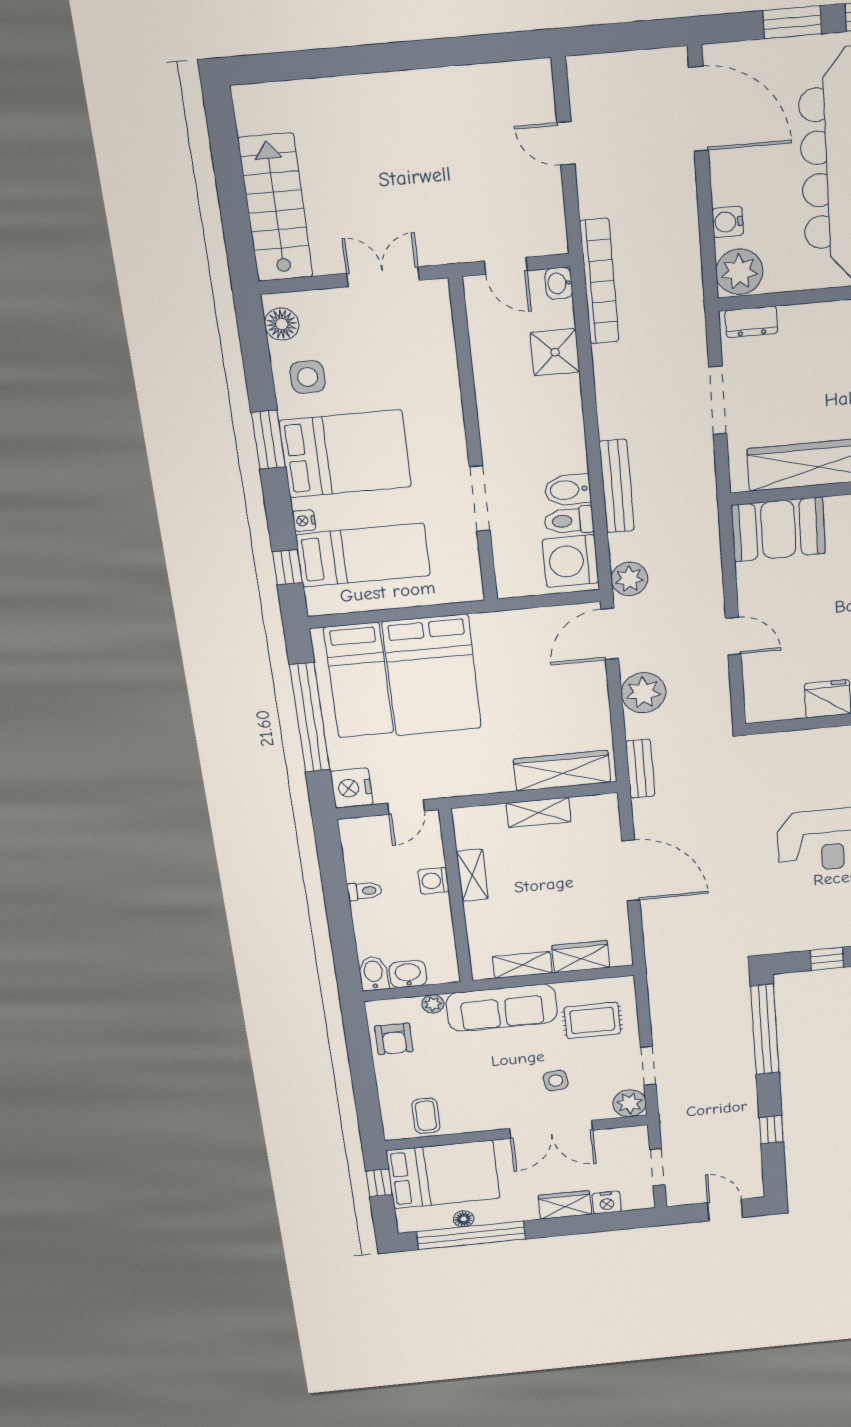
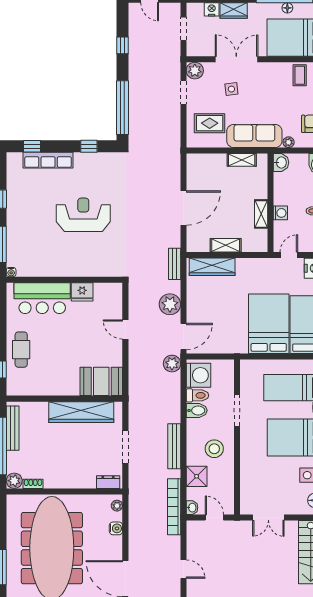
plant: (739, 272) -> (117, 506), width x0.53, depth x0.53
stool: (521, 414) -> (214, 449), added
bench: (617, 486) -> (174, 446), moved
door: (631, 871) -> (183, 208), swing flipped
wardrobe: (581, 957) -> (212, 162), removed
washbasin: (408, 974) -> (281, 162), moved, turned -90

